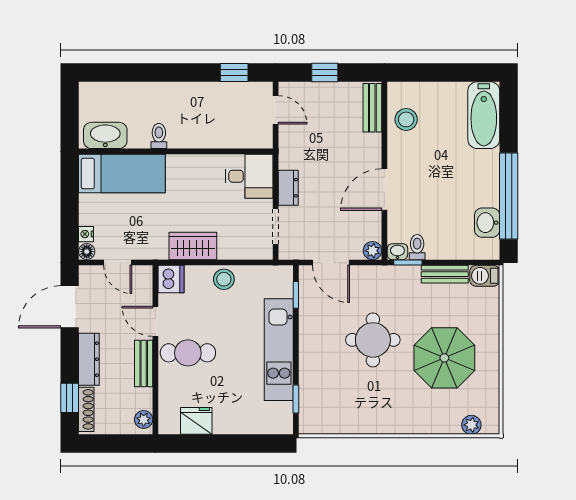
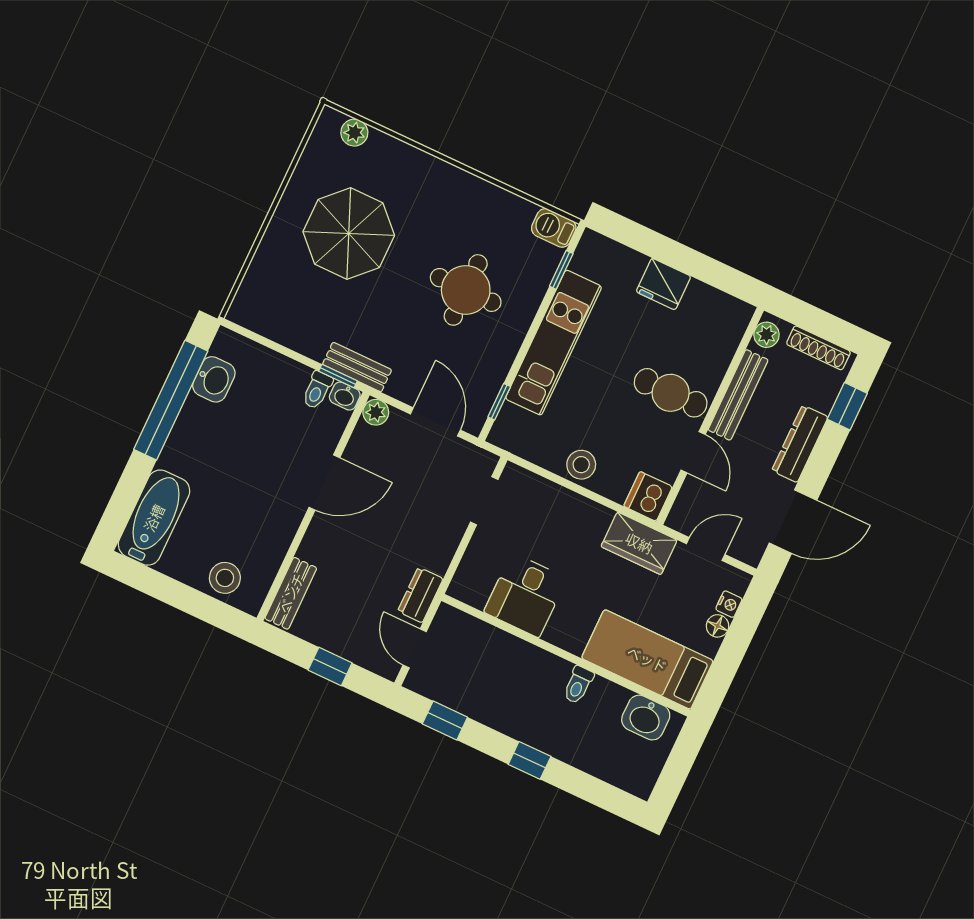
window: (167, 72) -> (530, 760), added
stool: (406, 119) -> (225, 578), moved
washbasin: (105, 135) -> (646, 718), width x0.72
desk: (249, 176) -> (525, 595), moved, turned -90
dresser: (288, 188) -> (420, 595), moved
wardrobe: (193, 246) -> (639, 543), moved
floor lamp: (87, 252) -> (718, 626), moved
door: (118, 263) -> (706, 549), hinge flipped
bench: (445, 274) -> (357, 367), moved
barbecue: (485, 276) -> (554, 228), moved, turned 180
round table: (373, 340) -> (466, 290), moved
bench: (144, 363) -> (738, 395), width x1.36
shoe rack: (86, 409) -> (818, 348), moved, turned -90
fridge: (196, 421) -> (663, 284), moved

